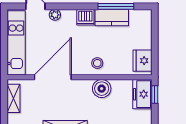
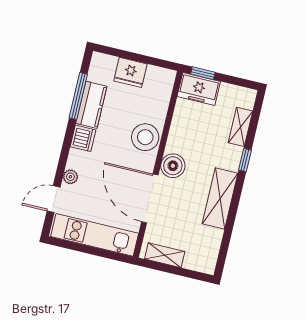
fridge: (143, 61) -> (130, 72), moved
stool: (97, 63) -> (145, 137), width x1.89, depth x1.89
boiler: (102, 89) -> (173, 166), moved

